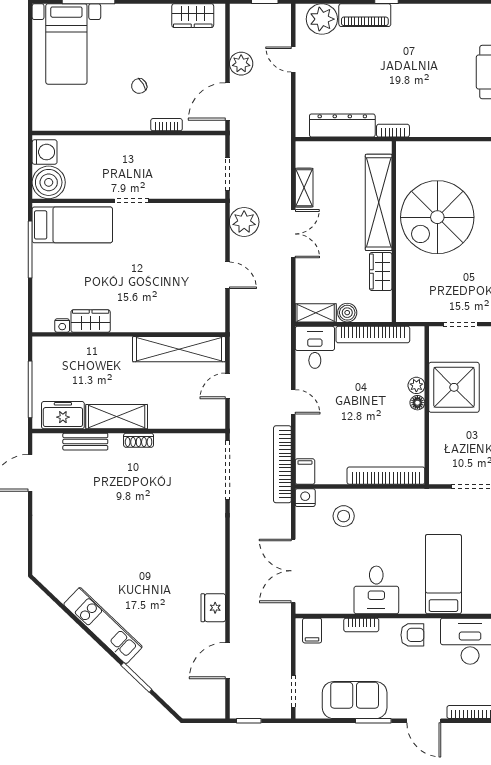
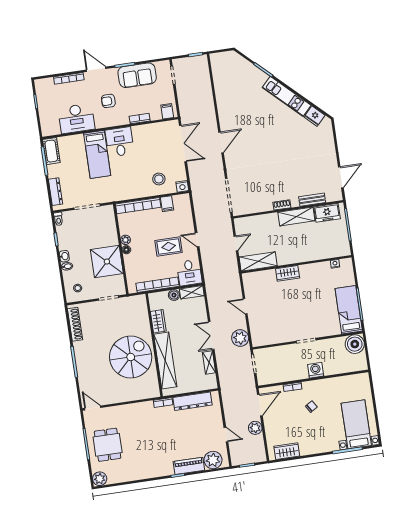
washing machine: (45, 152) -> (316, 370), moved, turned 90
bed: (72, 225) -> (349, 310), moved, turned 90
wardrobe: (91, 321) -> (288, 273), moved
shelving: (179, 349) -> (258, 261), width x0.68
plant: (416, 385) -> (125, 240), moved
rug: (344, 398) -> (169, 246), added
bookcase: (282, 464) -> (198, 203), removed
filing cabinet: (305, 472) -> (167, 204), moved
desk: (376, 590) -> (120, 142), moved
fridge: (213, 608) -> (314, 116), moved, turned 134
armchair: (412, 635) -> (108, 101), moved
door: (227, 661) -> (221, 142), moved

